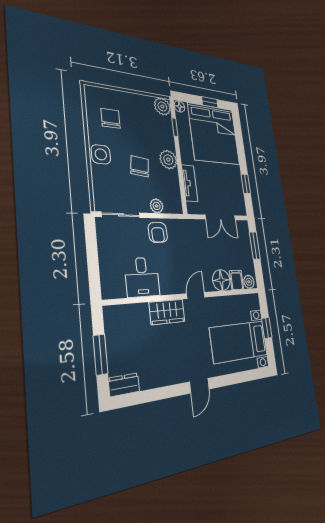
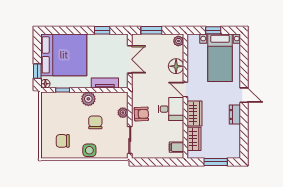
window: (210, 102) -> (37, 71), moved
plant: (162, 106) -> (48, 99), removed
chair: (140, 166) -> (95, 122), turned 83
desk: (142, 277) -> (171, 109), moved
filing cabinet: (237, 280) -> (177, 147), moved
wardrobe: (132, 314) -> (194, 139), added
dresser: (124, 385) -> (235, 114), moved

